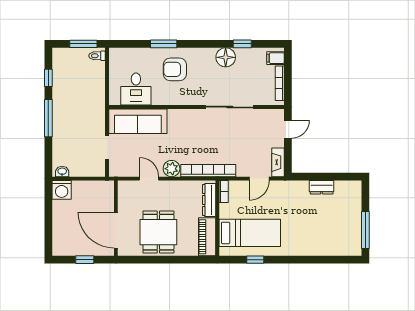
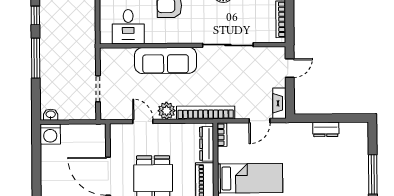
sofa: (138, 121) -> (166, 60), moved

